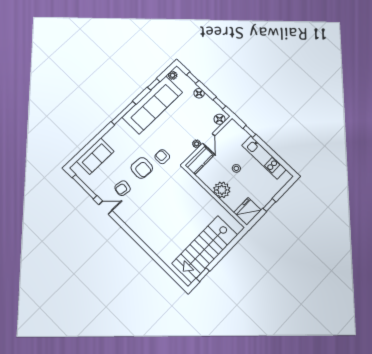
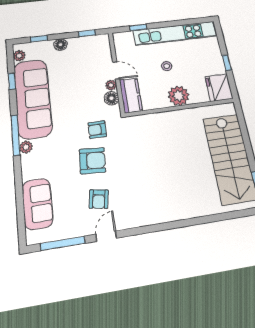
floor lamp: (220, 119) -> (111, 98), moved
plant: (121, 124) -> (26, 147), added
kitchen unit: (264, 157) -> (175, 33), width x1.36

